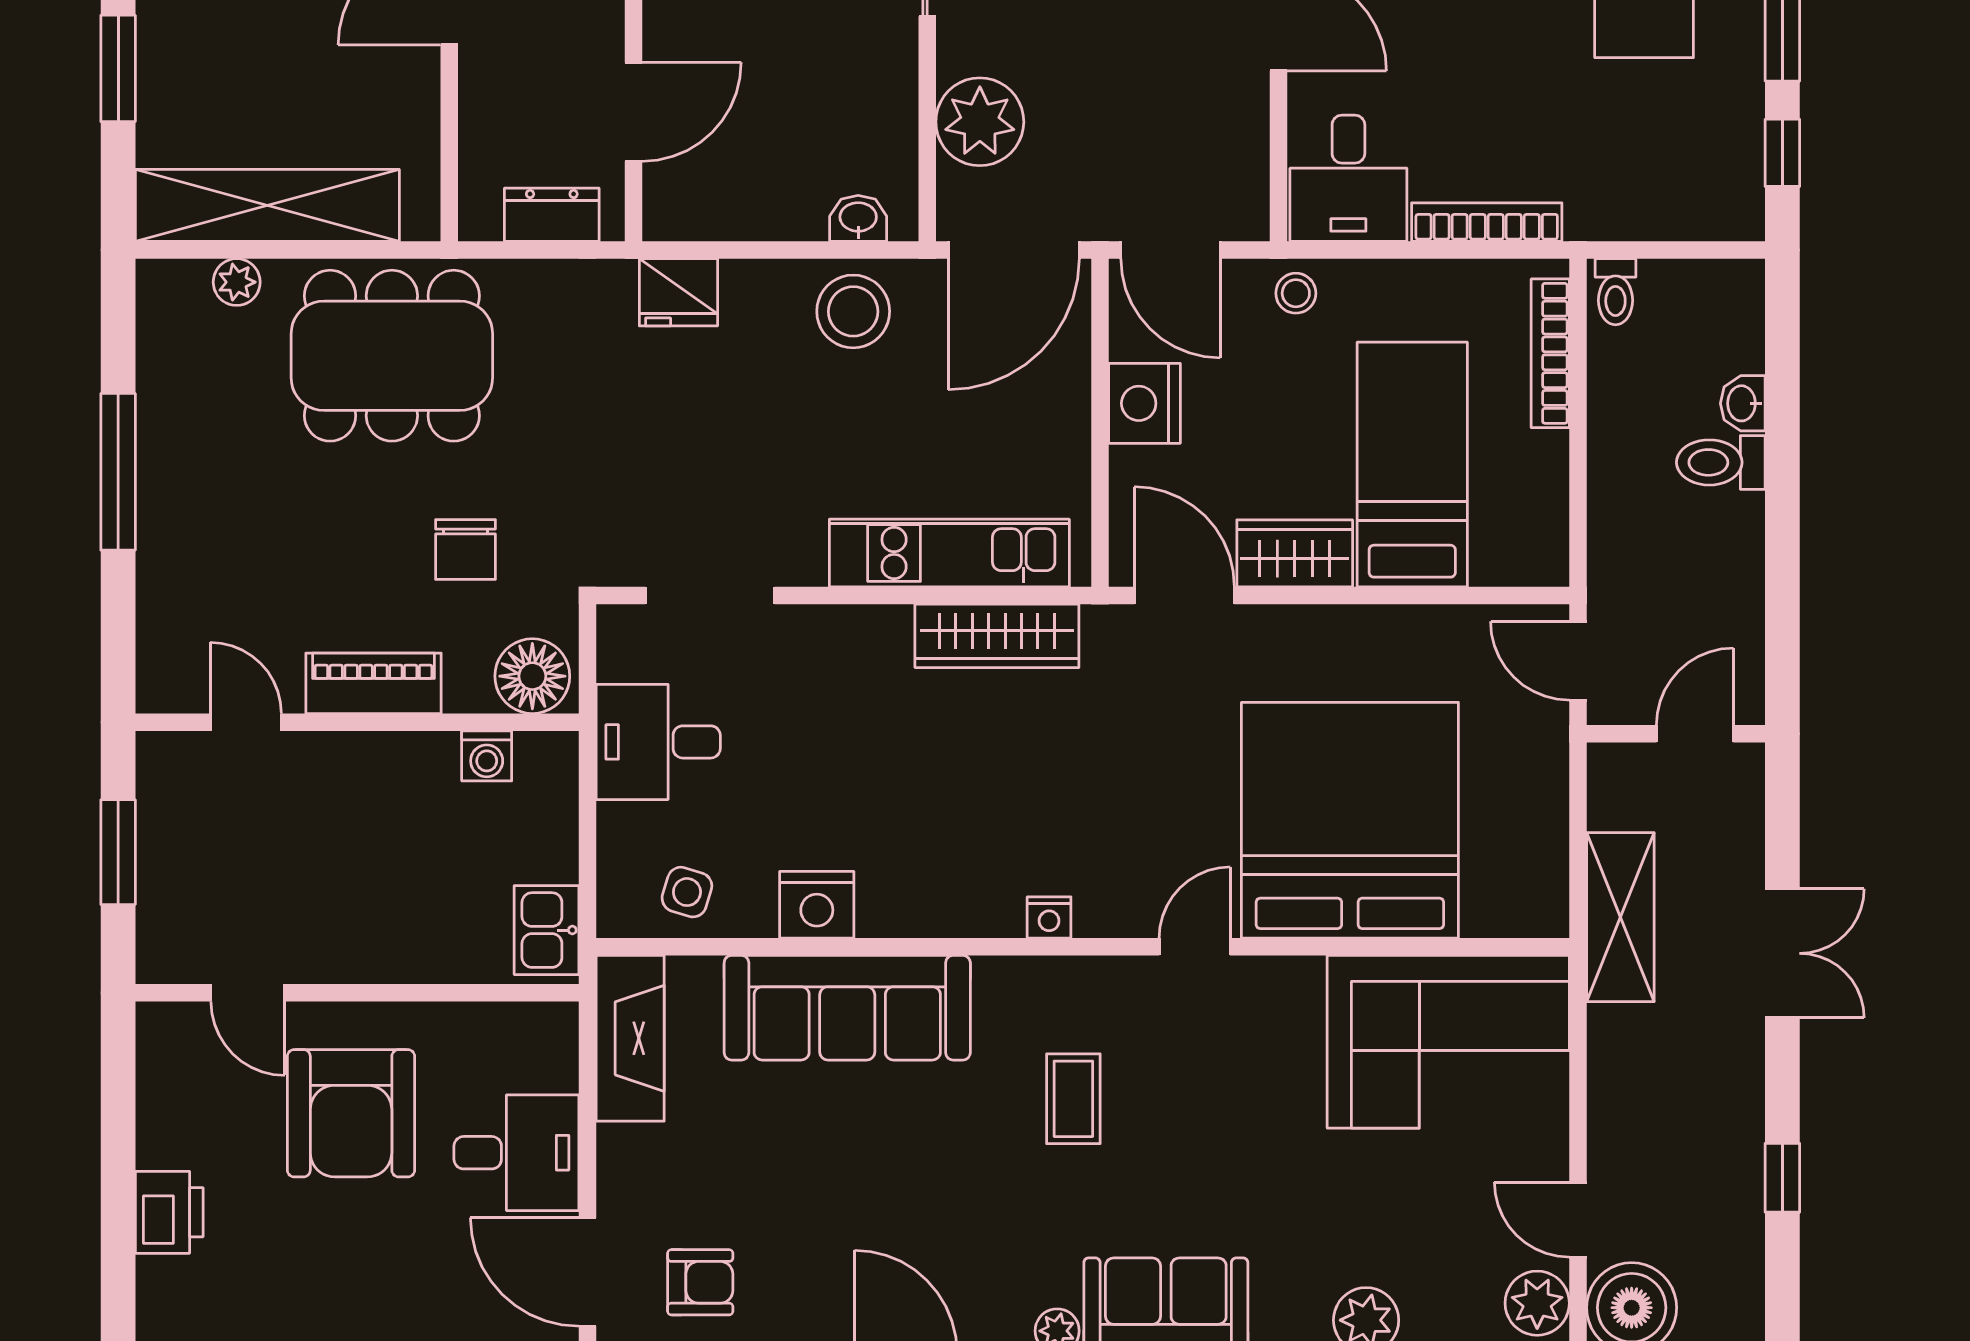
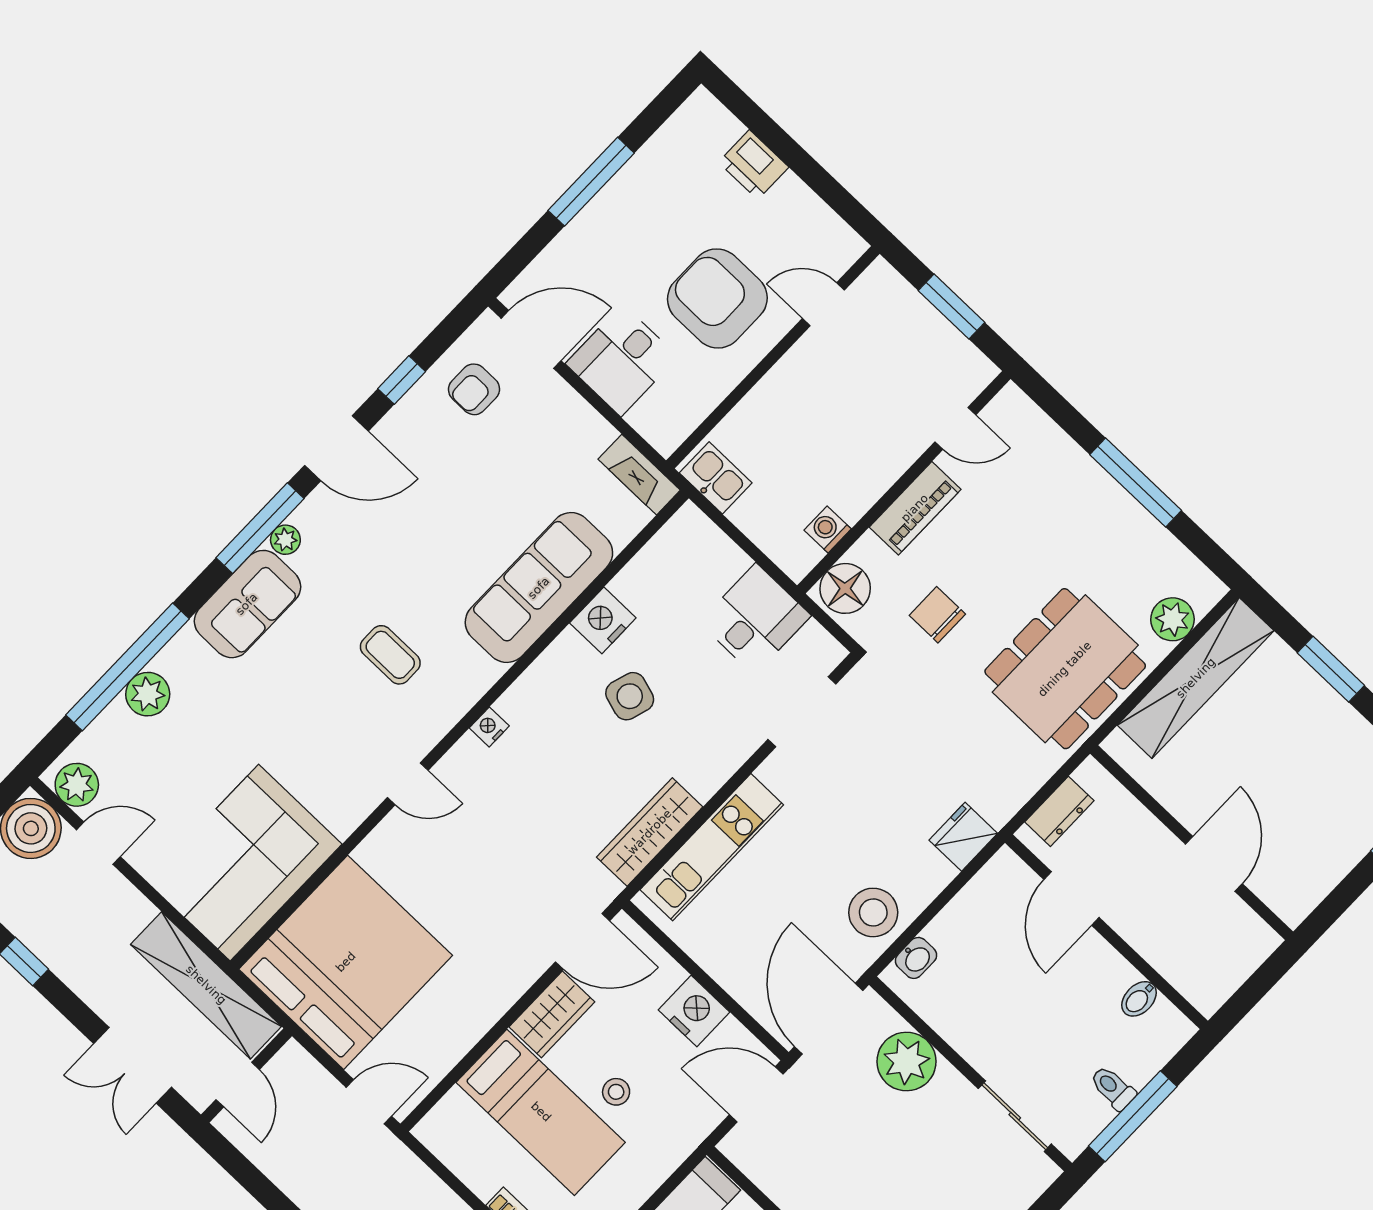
plant: (237, 282) -> (1172, 619), width x1.38, depth x1.38
stool: (1296, 293) -> (616, 1092), moved
wall: (1676, 734) -> (246, 1075), moved
door: (1695, 734) -> (238, 1085), moved
bed: (1350, 820) -> (346, 962), moved, turned -90
side table: (687, 892) -> (630, 696), moved, width x1.37, depth x1.37
shelving: (1620, 917) -> (206, 985), width x1.47
door: (1195, 947) -> (408, 784), hinge flipped
fireplace: (630, 1038) -> (639, 475), width x0.73, depth x0.76

